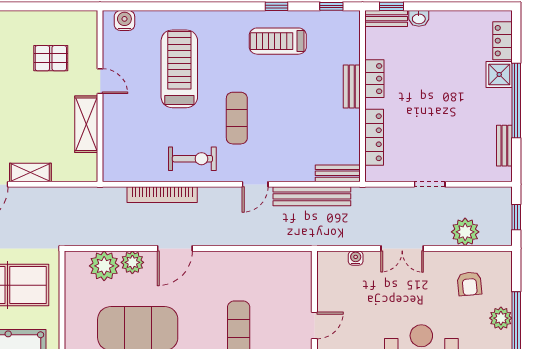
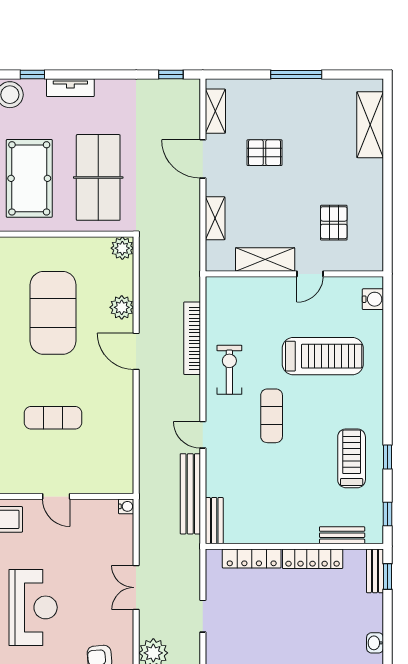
washbasin: (419, 18) -> (375, 643), moved
locker: (374, 79) -> (313, 559), width x1.53
bench: (352, 87) -> (342, 535), moved
exercise mat: (237, 118) -> (272, 416), turned 90
exercise bike: (192, 159) -> (229, 370), turned 180
shelving: (30, 173) -> (215, 218), moved
water cooler: (356, 258) -> (126, 506), moved
plant: (104, 266) -> (122, 248), moved, width x0.73, depth x0.73

